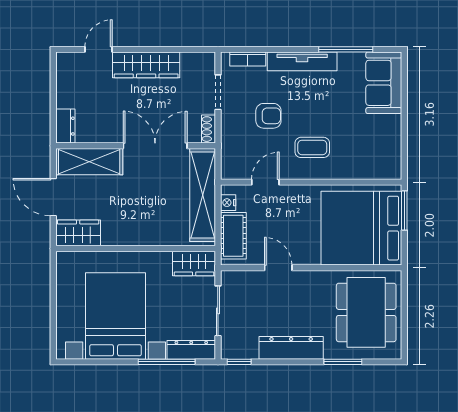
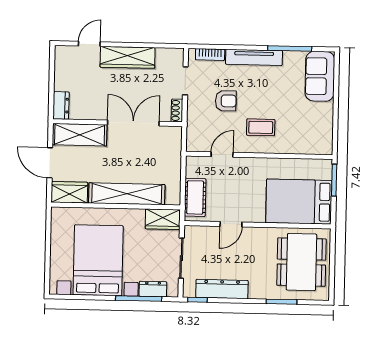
shelving: (203, 195) -> (127, 194), moved, turned 90
nightstand: (228, 203) -> (191, 170), removed
bed: (361, 228) -> (299, 202), width x0.73
door: (278, 268) -> (231, 224), swing flipped
dresser: (291, 348) -> (222, 289), moved
dresser: (191, 350) -> (153, 289), width x0.70

